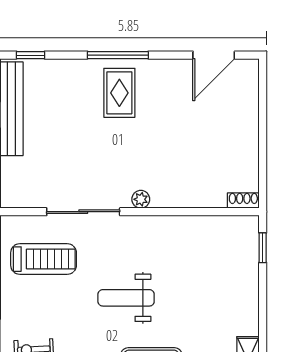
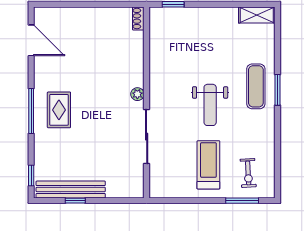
rug: (119, 93) -> (59, 110), turned 90
treadmill: (44, 259) -> (208, 165), moved

